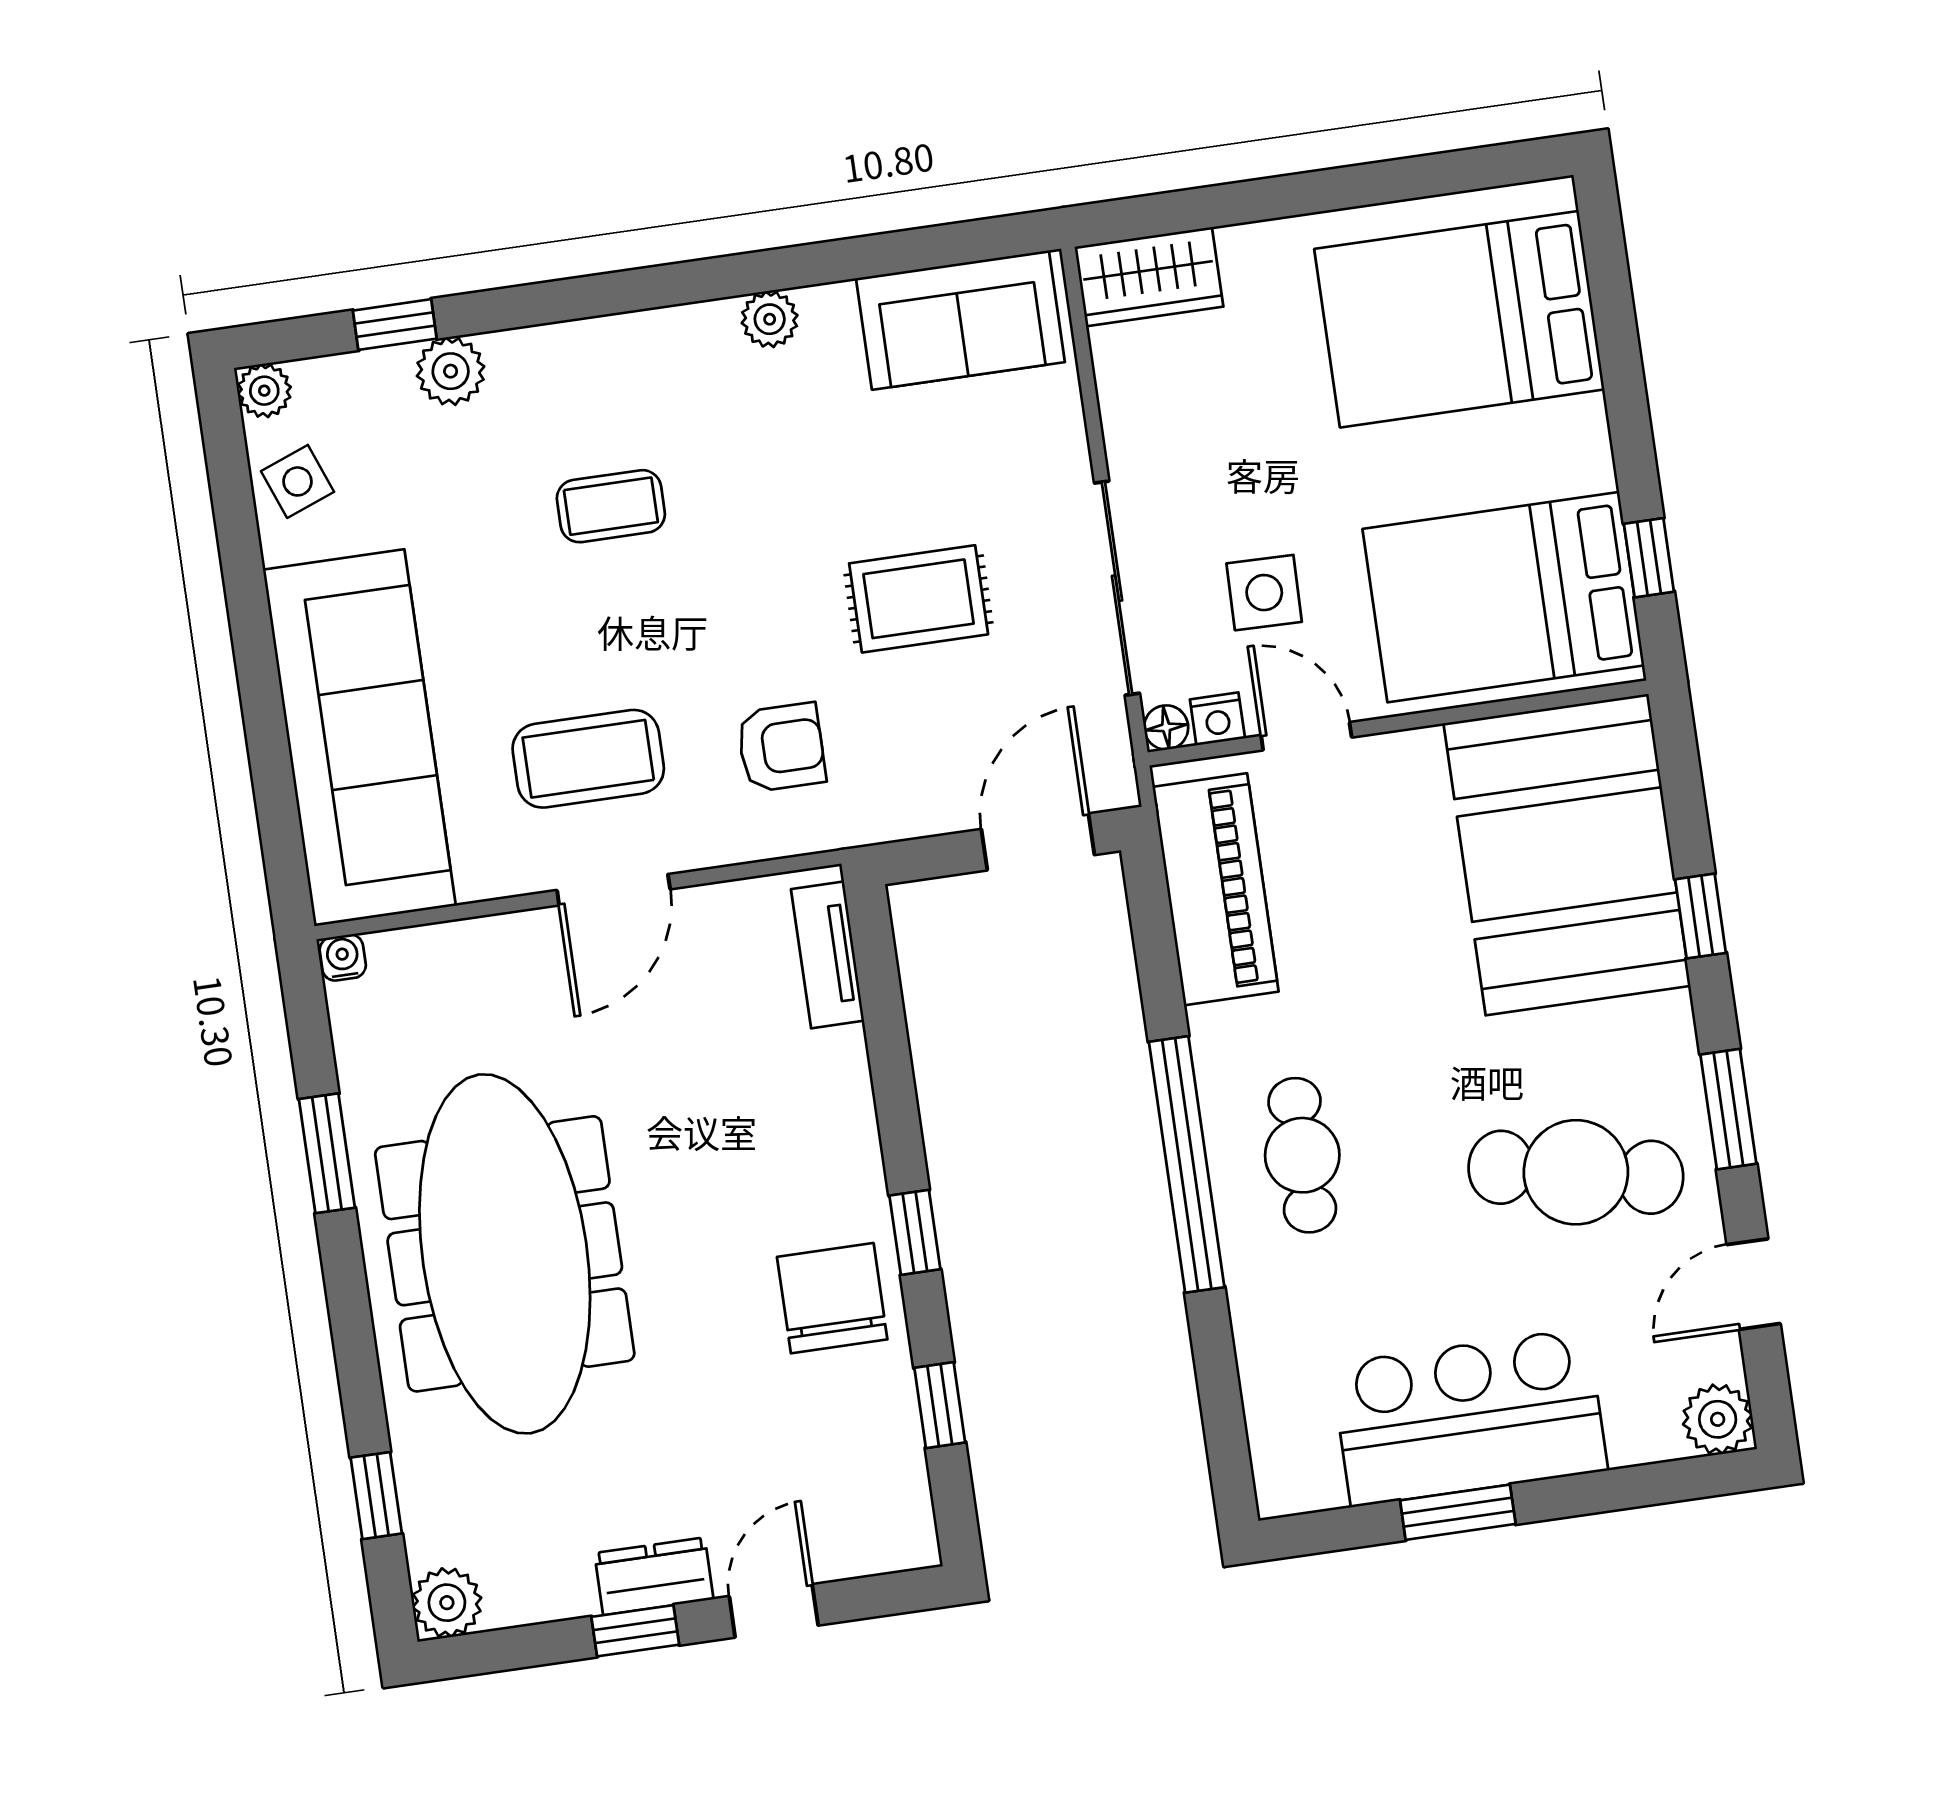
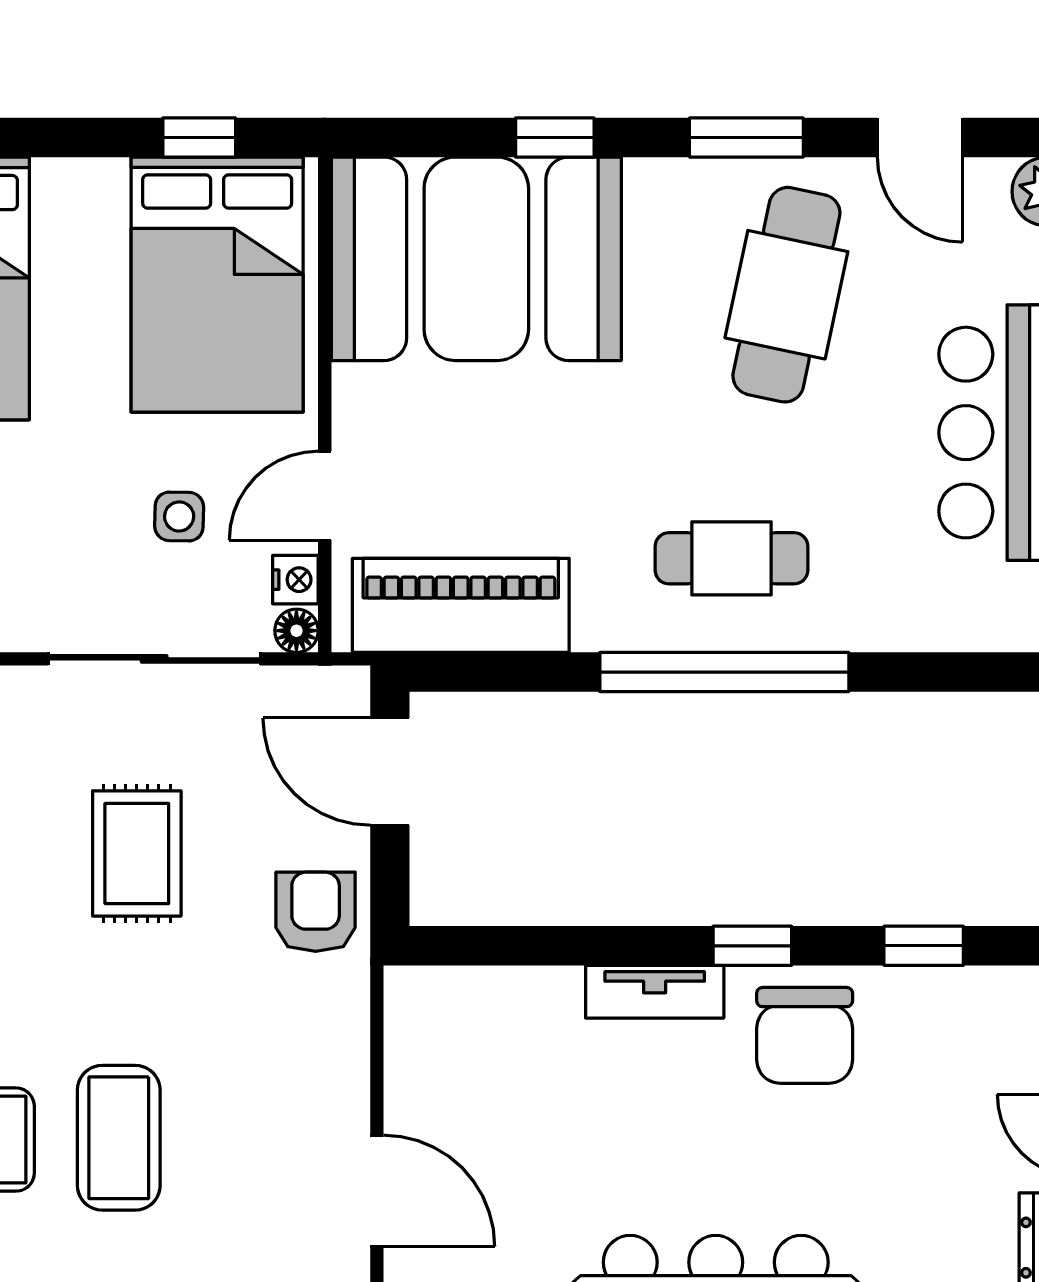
side table: (1264, 593) -> (179, 516), width x0.73, depth x0.73
armchair: (781, 747) -> (316, 912), moved
coffee table: (588, 759) -> (119, 1138), moved
tv unit: (828, 955) -> (655, 992), moved
chair: (832, 1298) -> (805, 1035), turned -90

